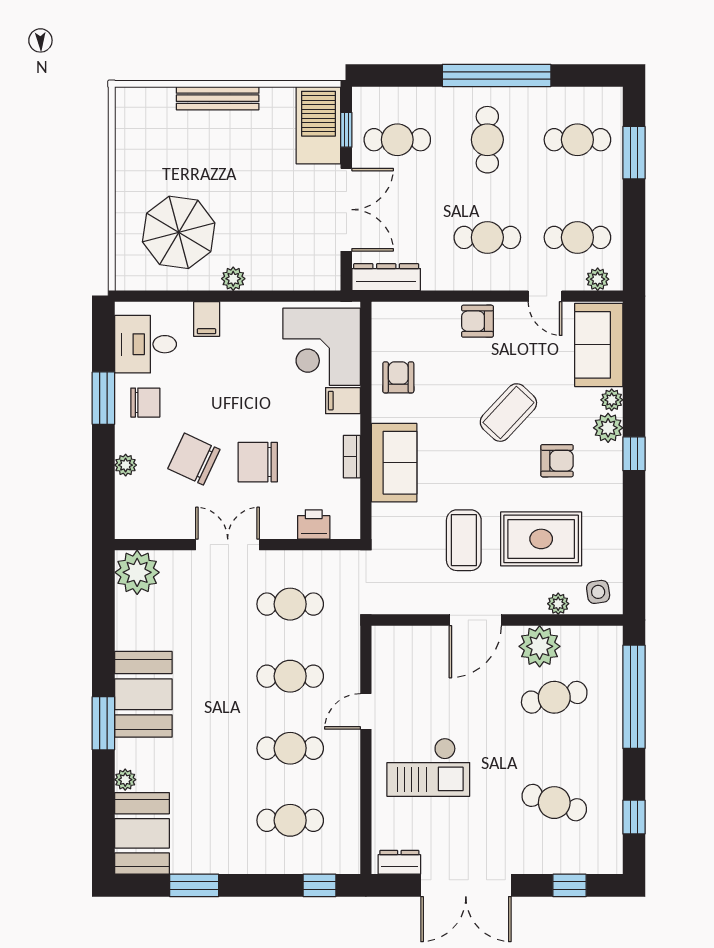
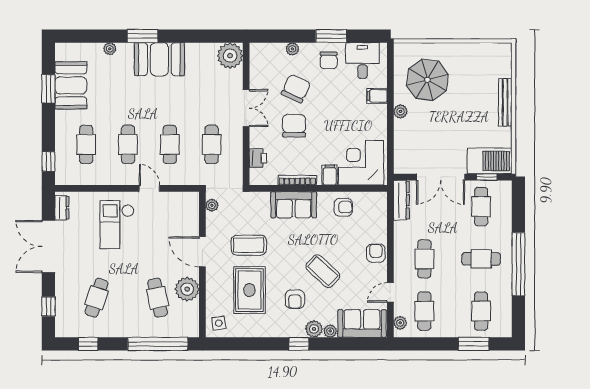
bookcase: (352, 457) -> (297, 180), width x1.56
plant: (558, 604) -> (212, 205), moved
booth: (142, 833) -> (71, 85), moved, turned 90

